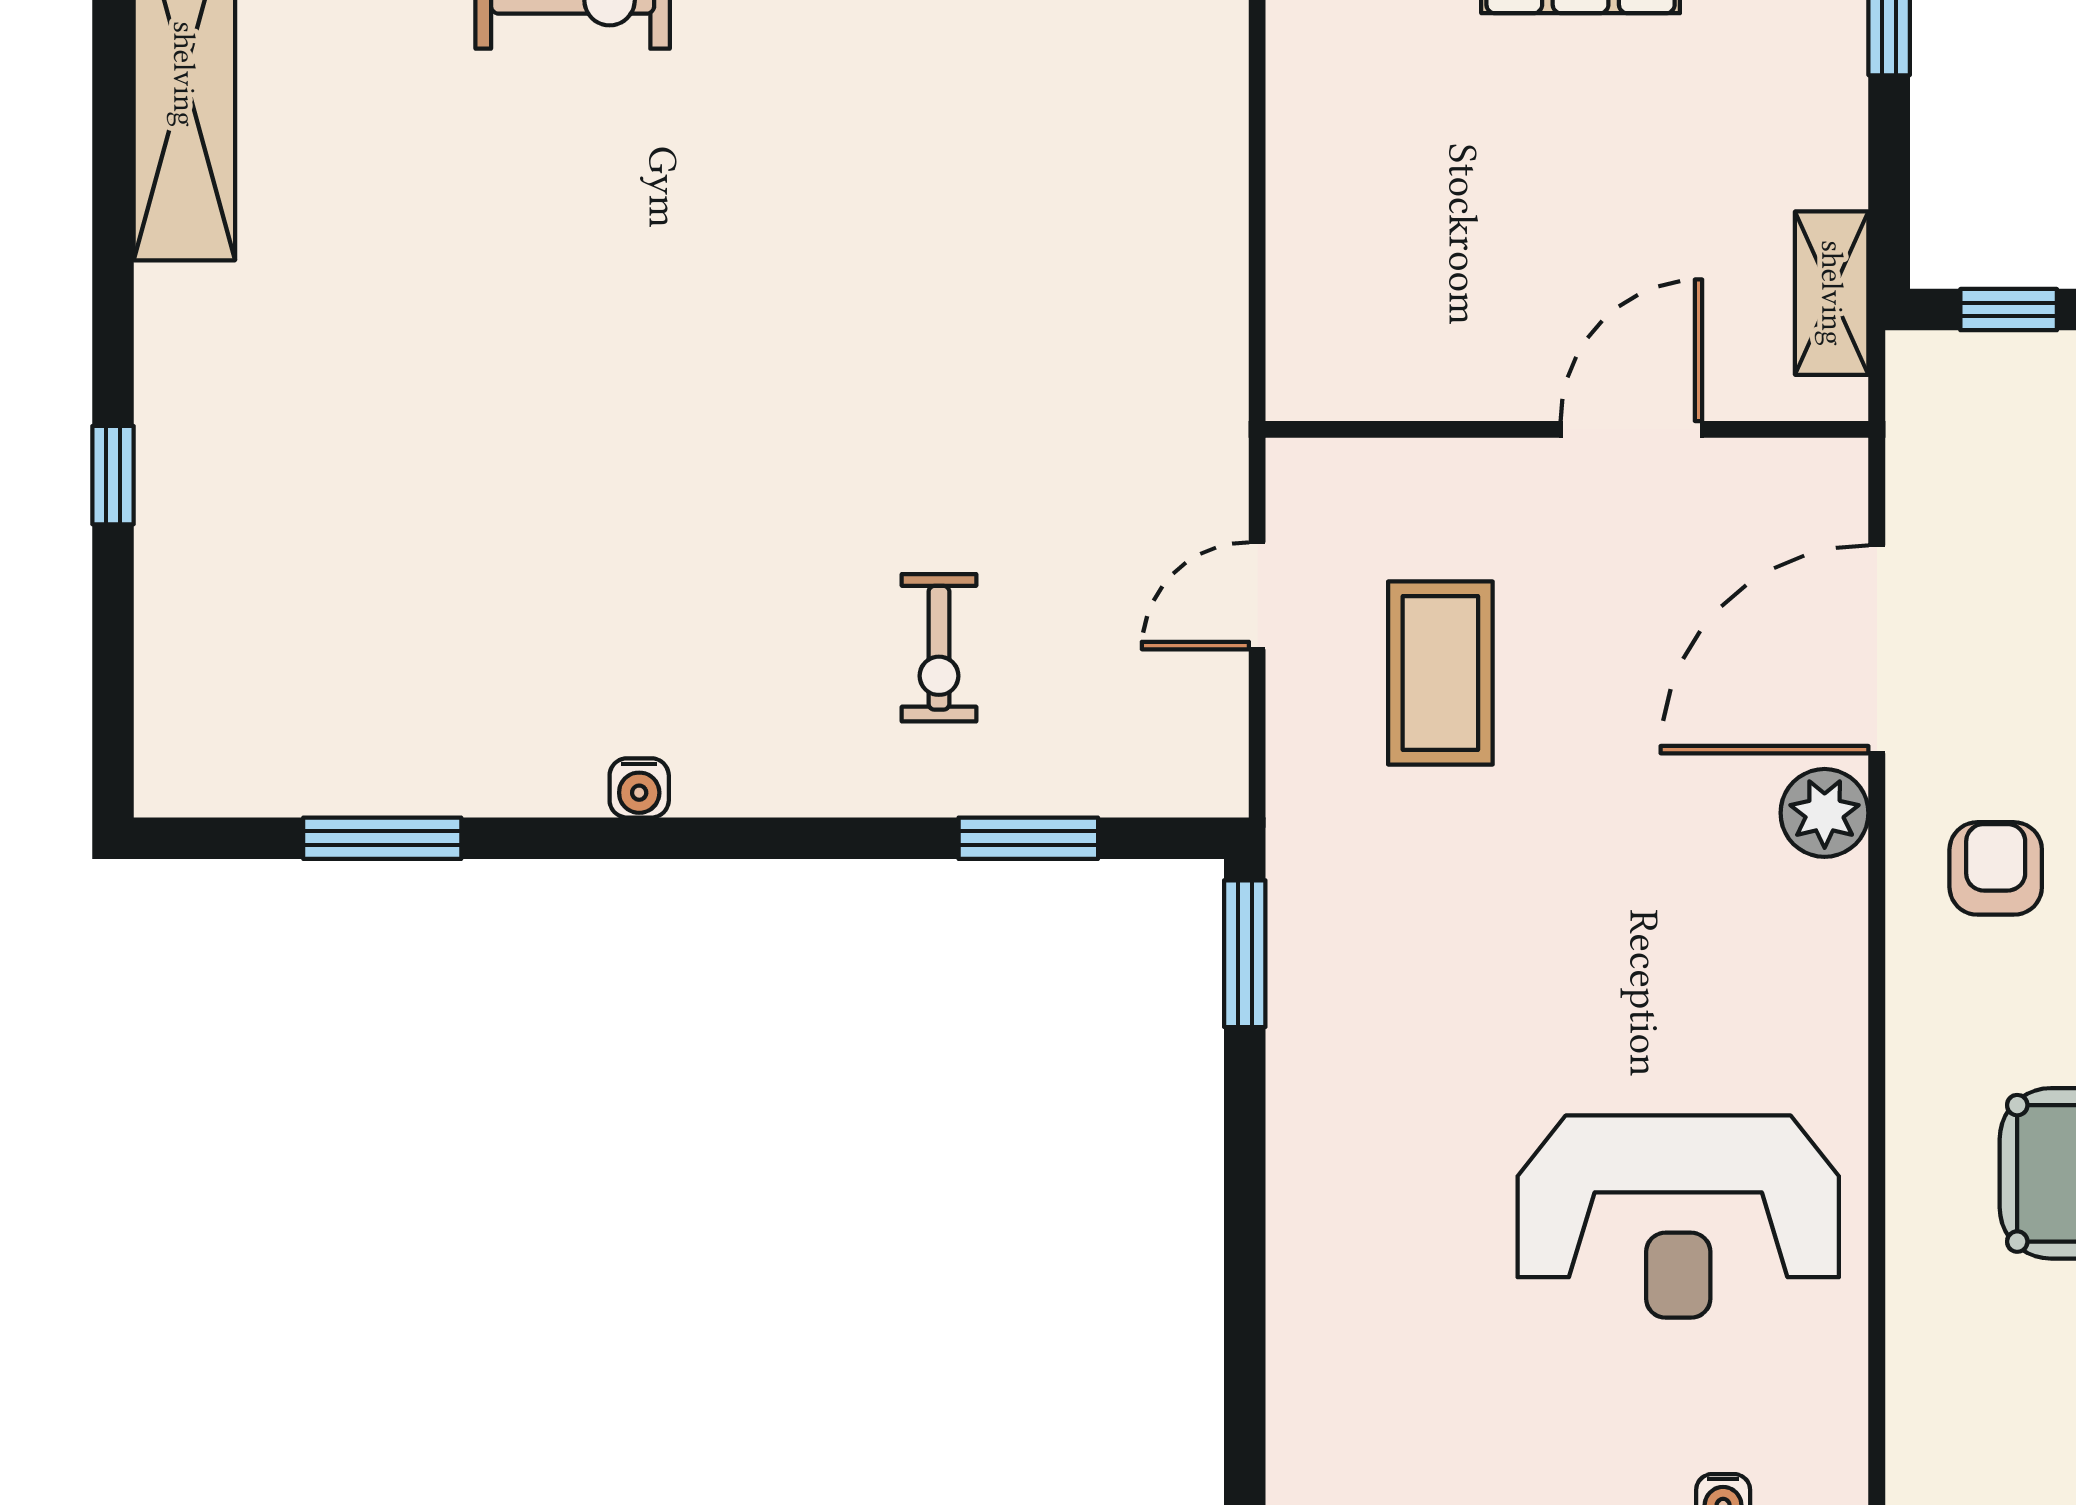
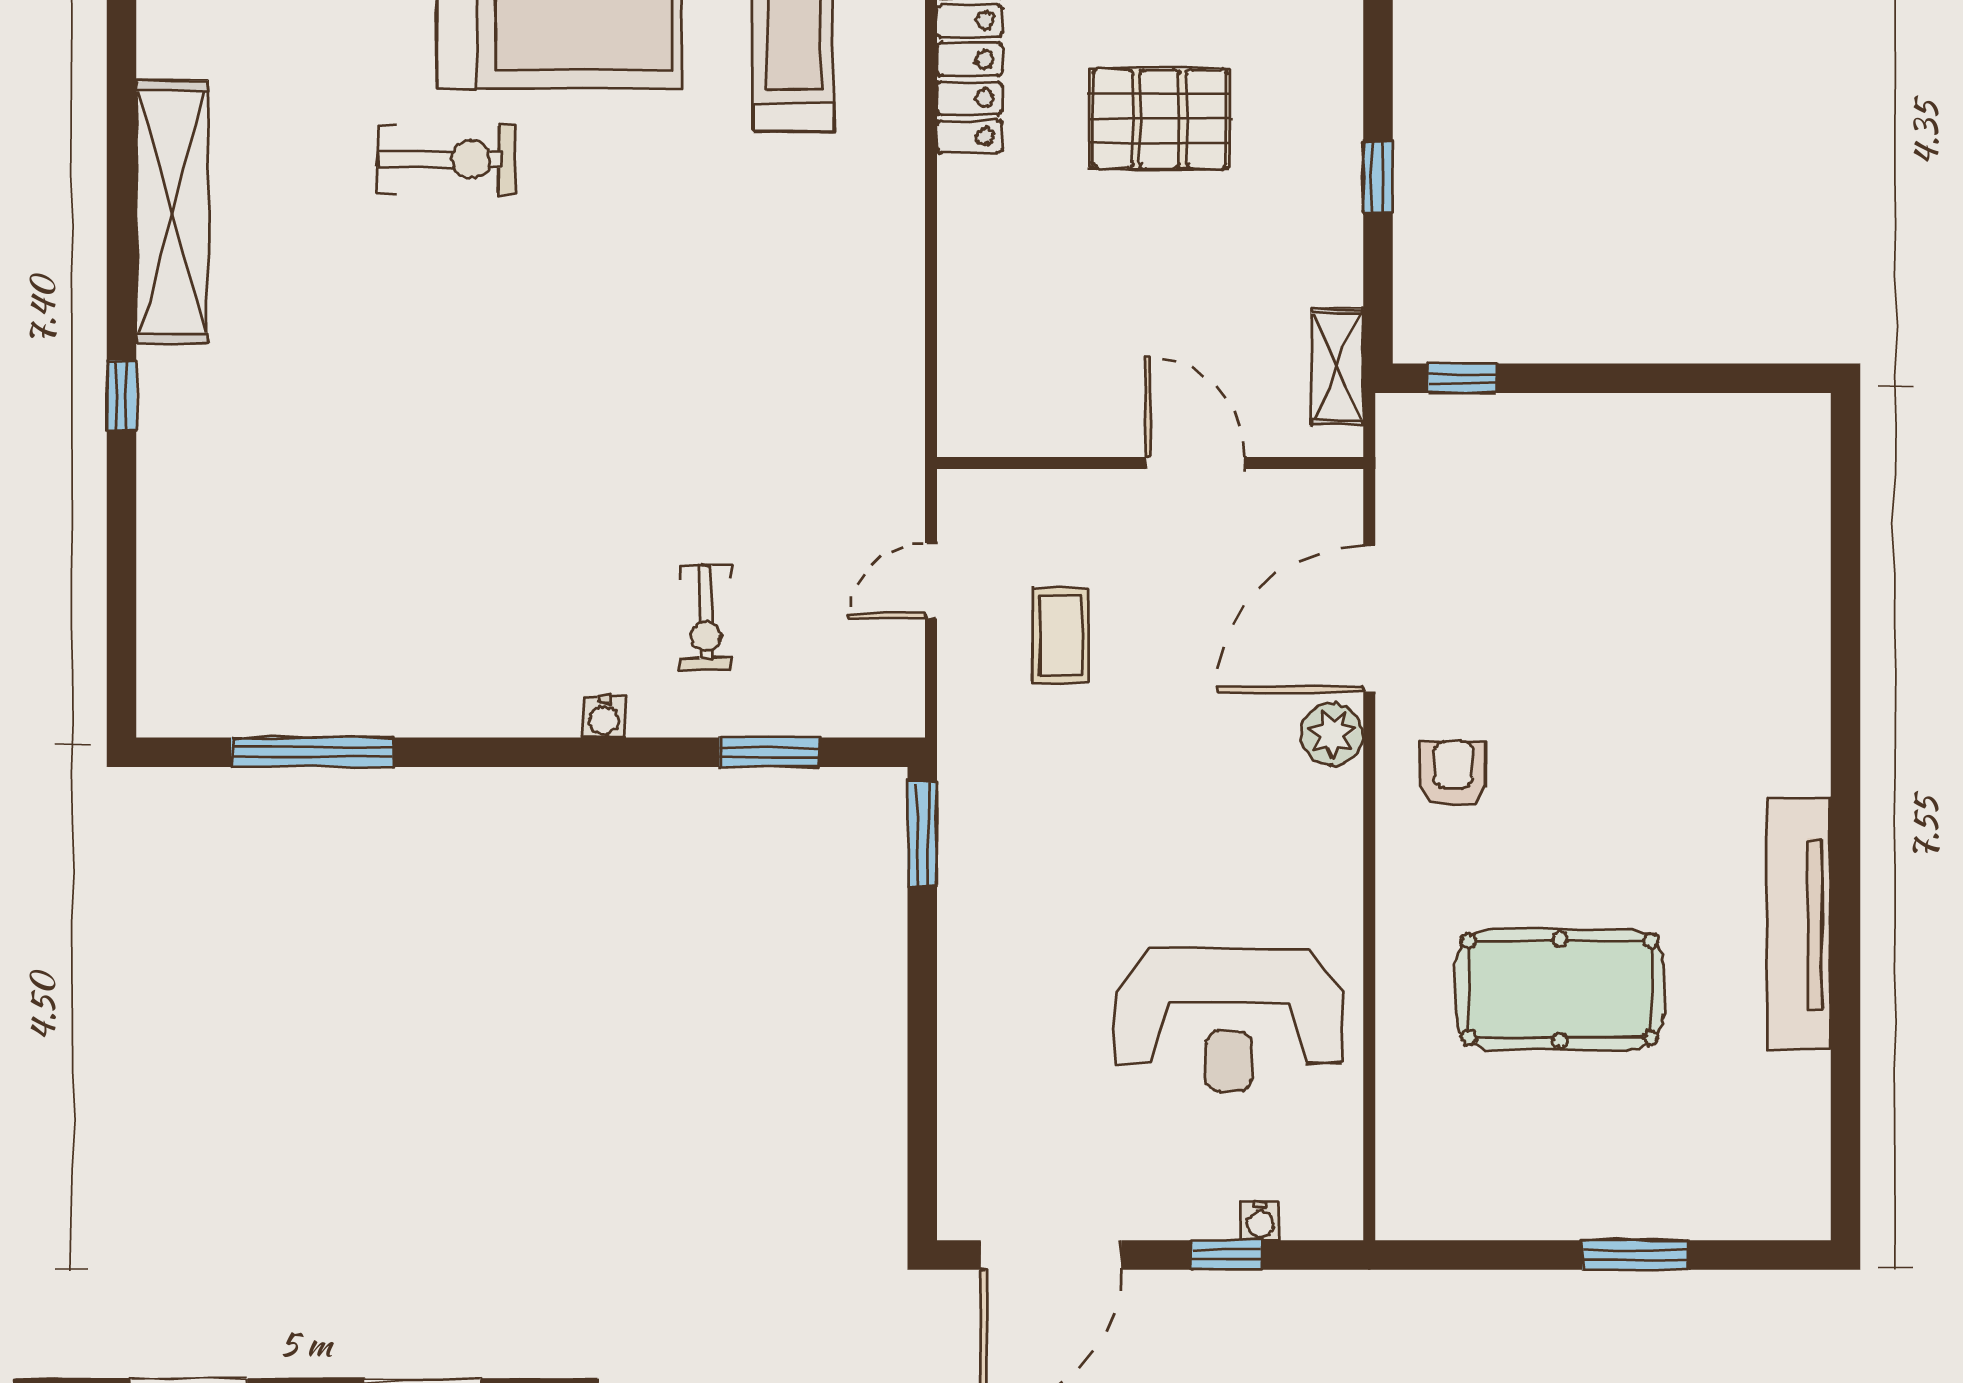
door: (1631, 429) -> (1196, 463), hinge flipped
window: (113, 475) -> (122, 396), moved
coffee table: (1440, 673) -> (1061, 635), width x0.73, depth x0.77
water cooler: (639, 788) -> (604, 717), moved
window: (382, 838) -> (312, 752), width x1.44

